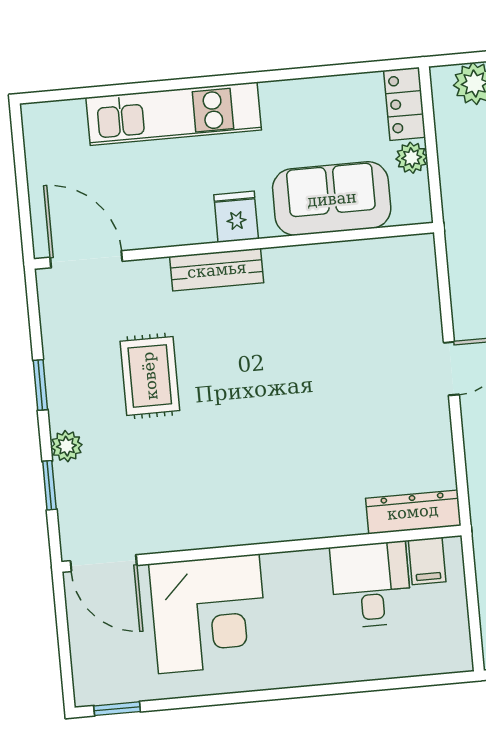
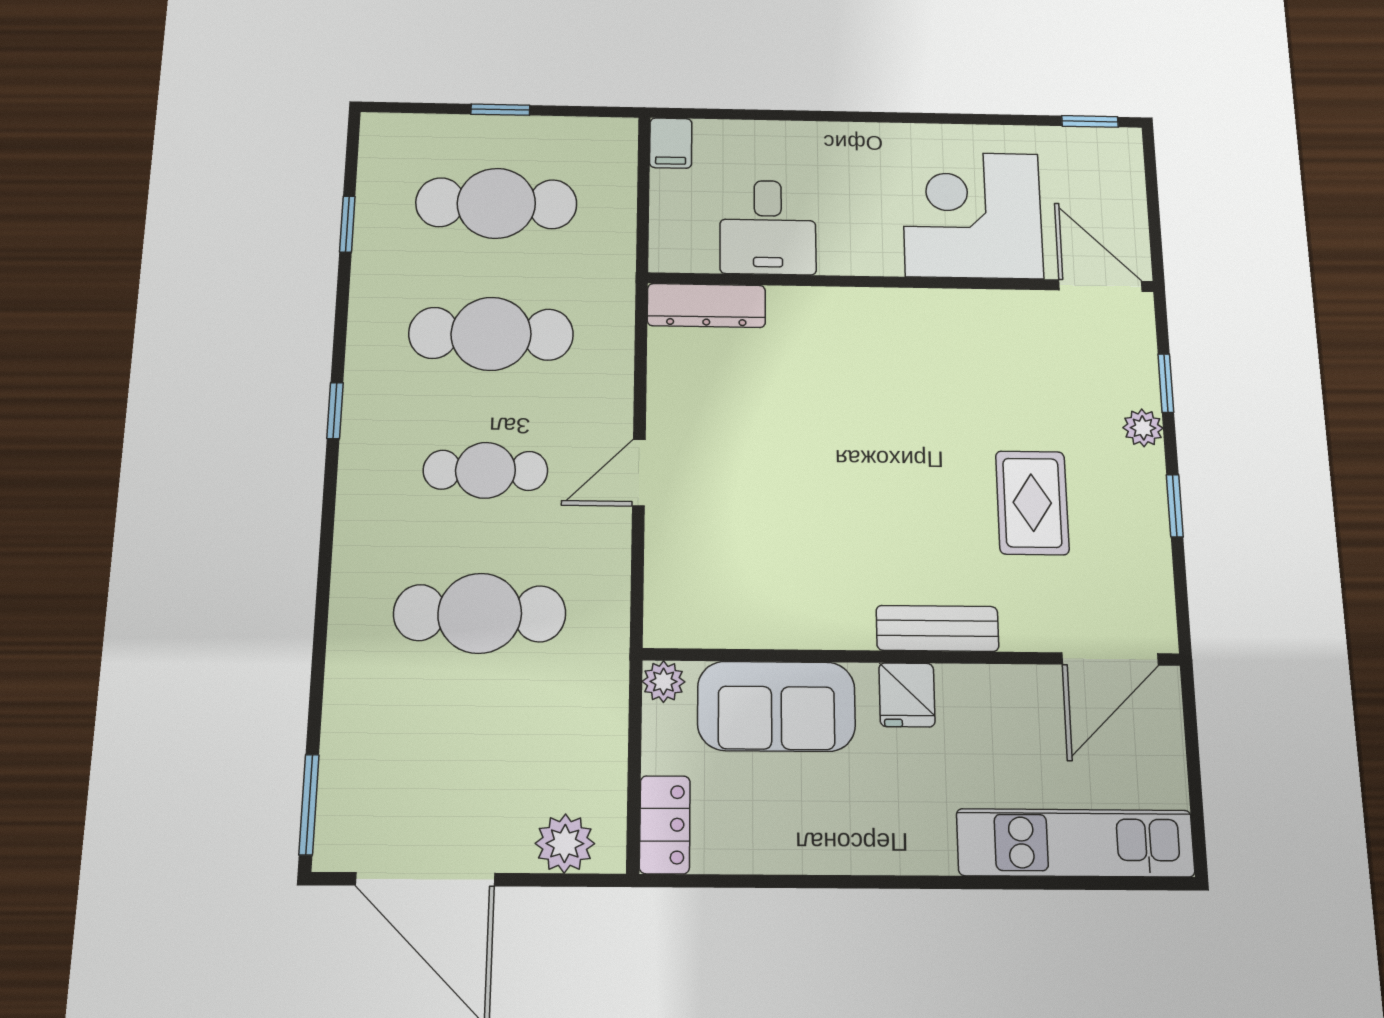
kitchen unit: (174, 114) -> (1075, 843), moved
plant: (412, 158) -> (663, 682), moved
door: (86, 259) -> (1110, 659), hinge flipped
filing cabinet: (427, 561) -> (671, 143), moved, turned 180

